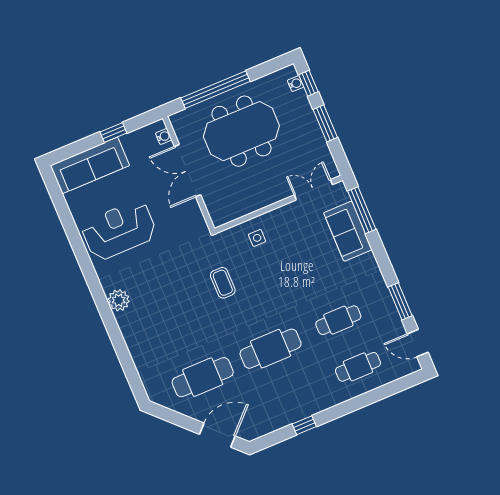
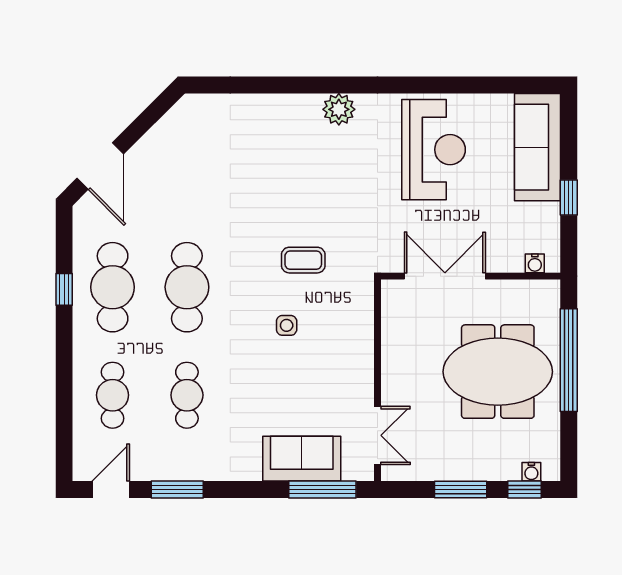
meeting table: (241, 131) -> (498, 372), turned 90
double door: (187, 171) -> (445, 276), moved
side table: (257, 238) -> (287, 325), moved
cafe table: (203, 377) -> (113, 287), moved

